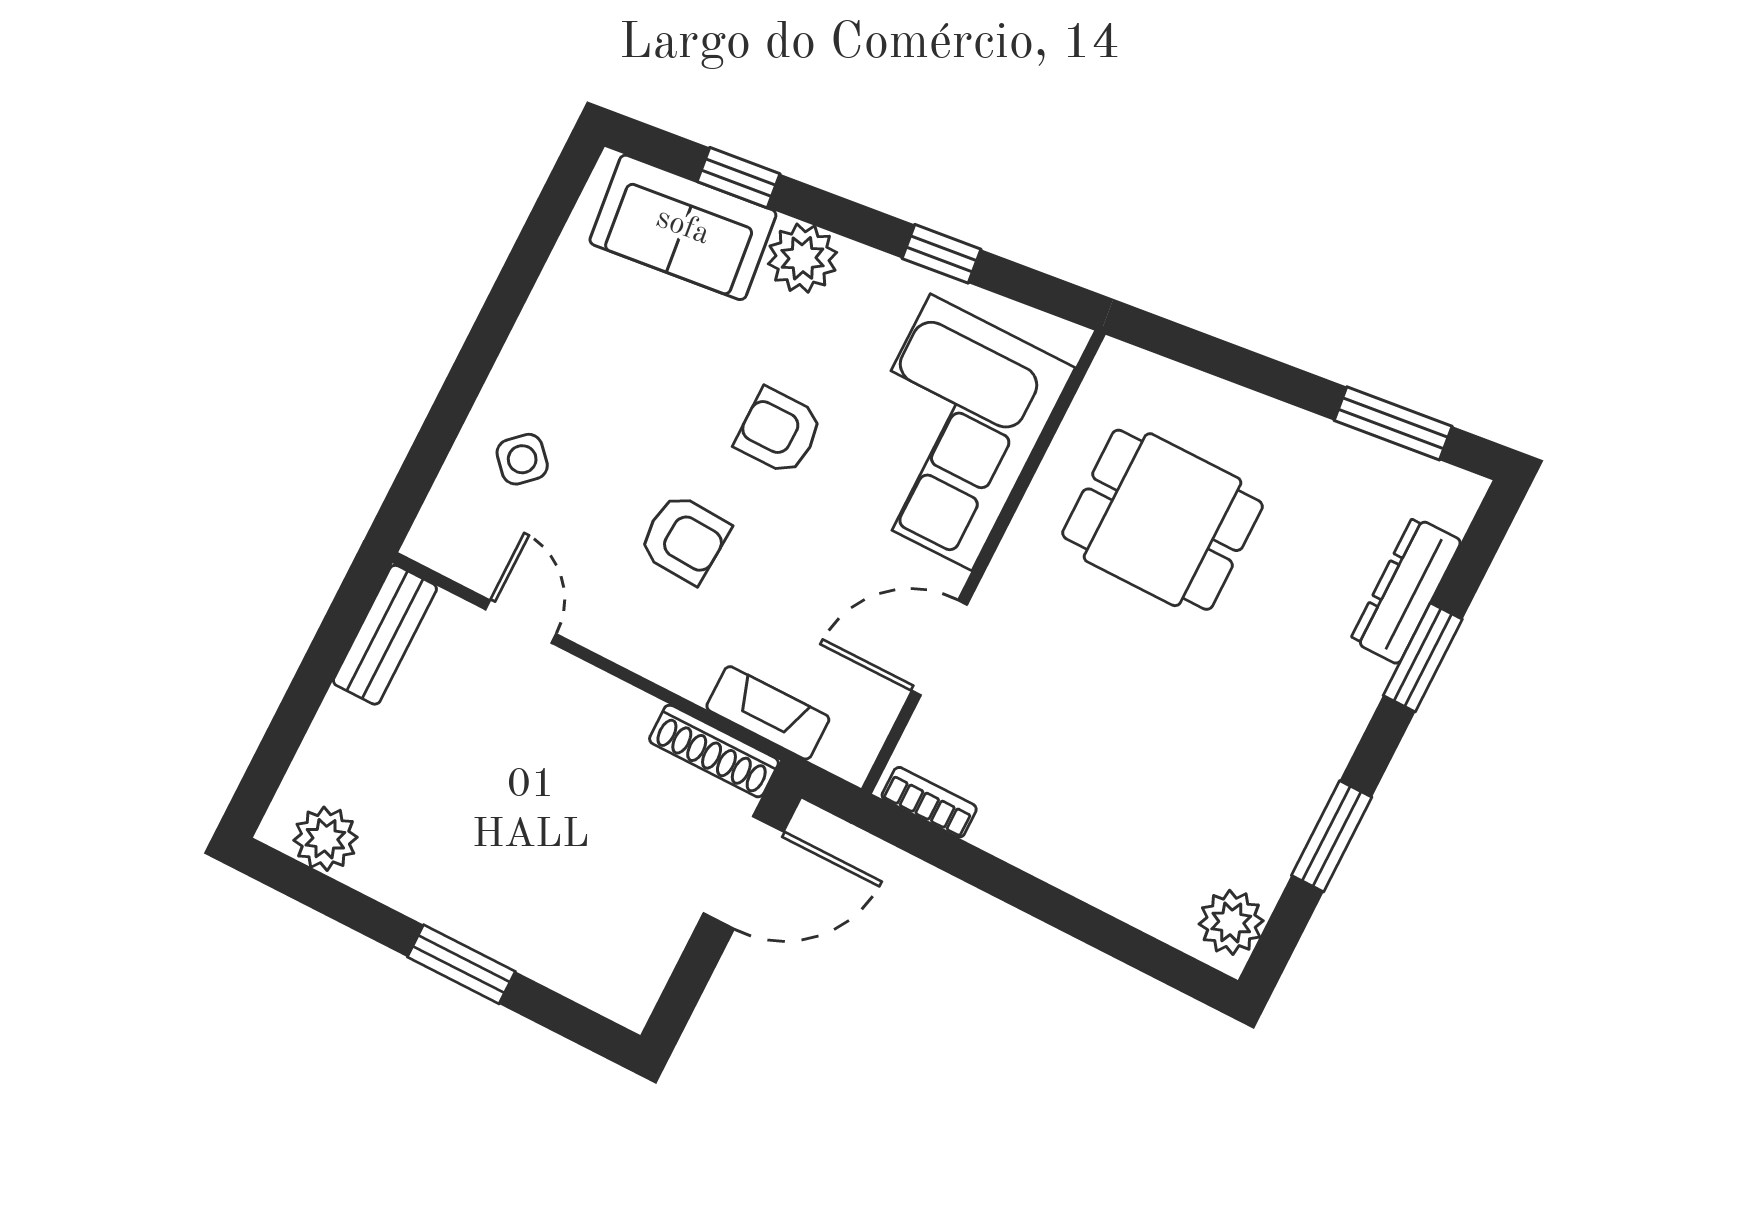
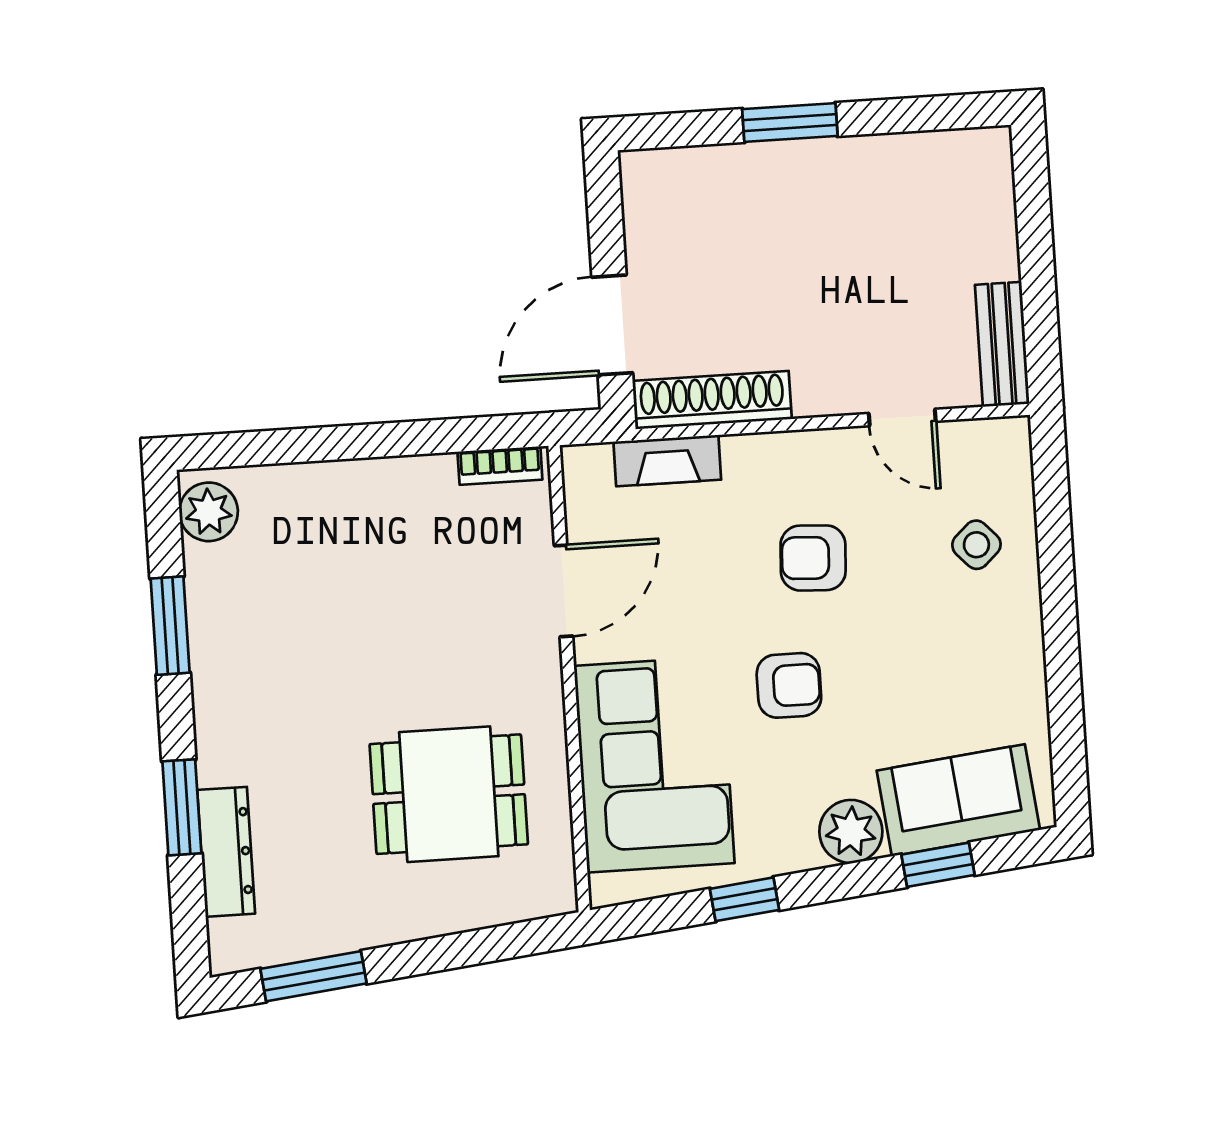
shoe rack: (714, 751) -> (712, 400), width x1.36, depth x1.24
plant: (325, 839) -> (954, 158), removed

